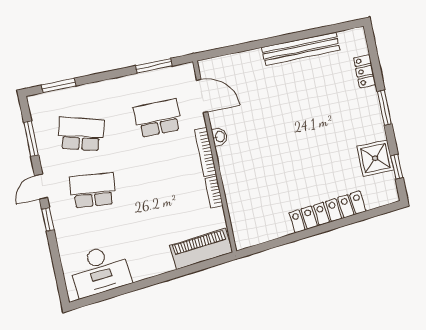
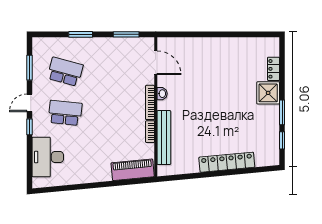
bench: (301, 49) -> (164, 138), moved, turned 90
window: (59, 85) -> (81, 34), moved
window: (385, 108) -> (282, 112), moved
school desk: (158, 118) -> (121, 72), removed
shower: (375, 158) -> (268, 93), moved
desk: (100, 271) -> (48, 157), moved, turned 95

